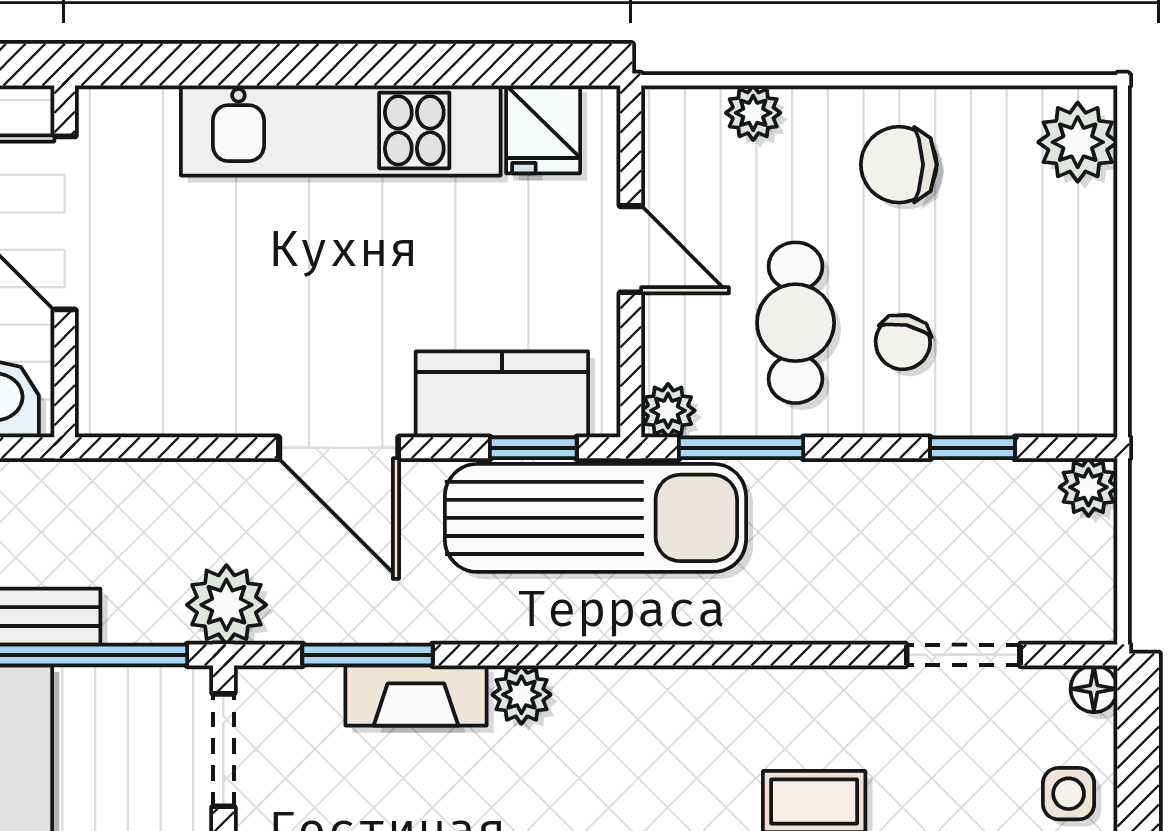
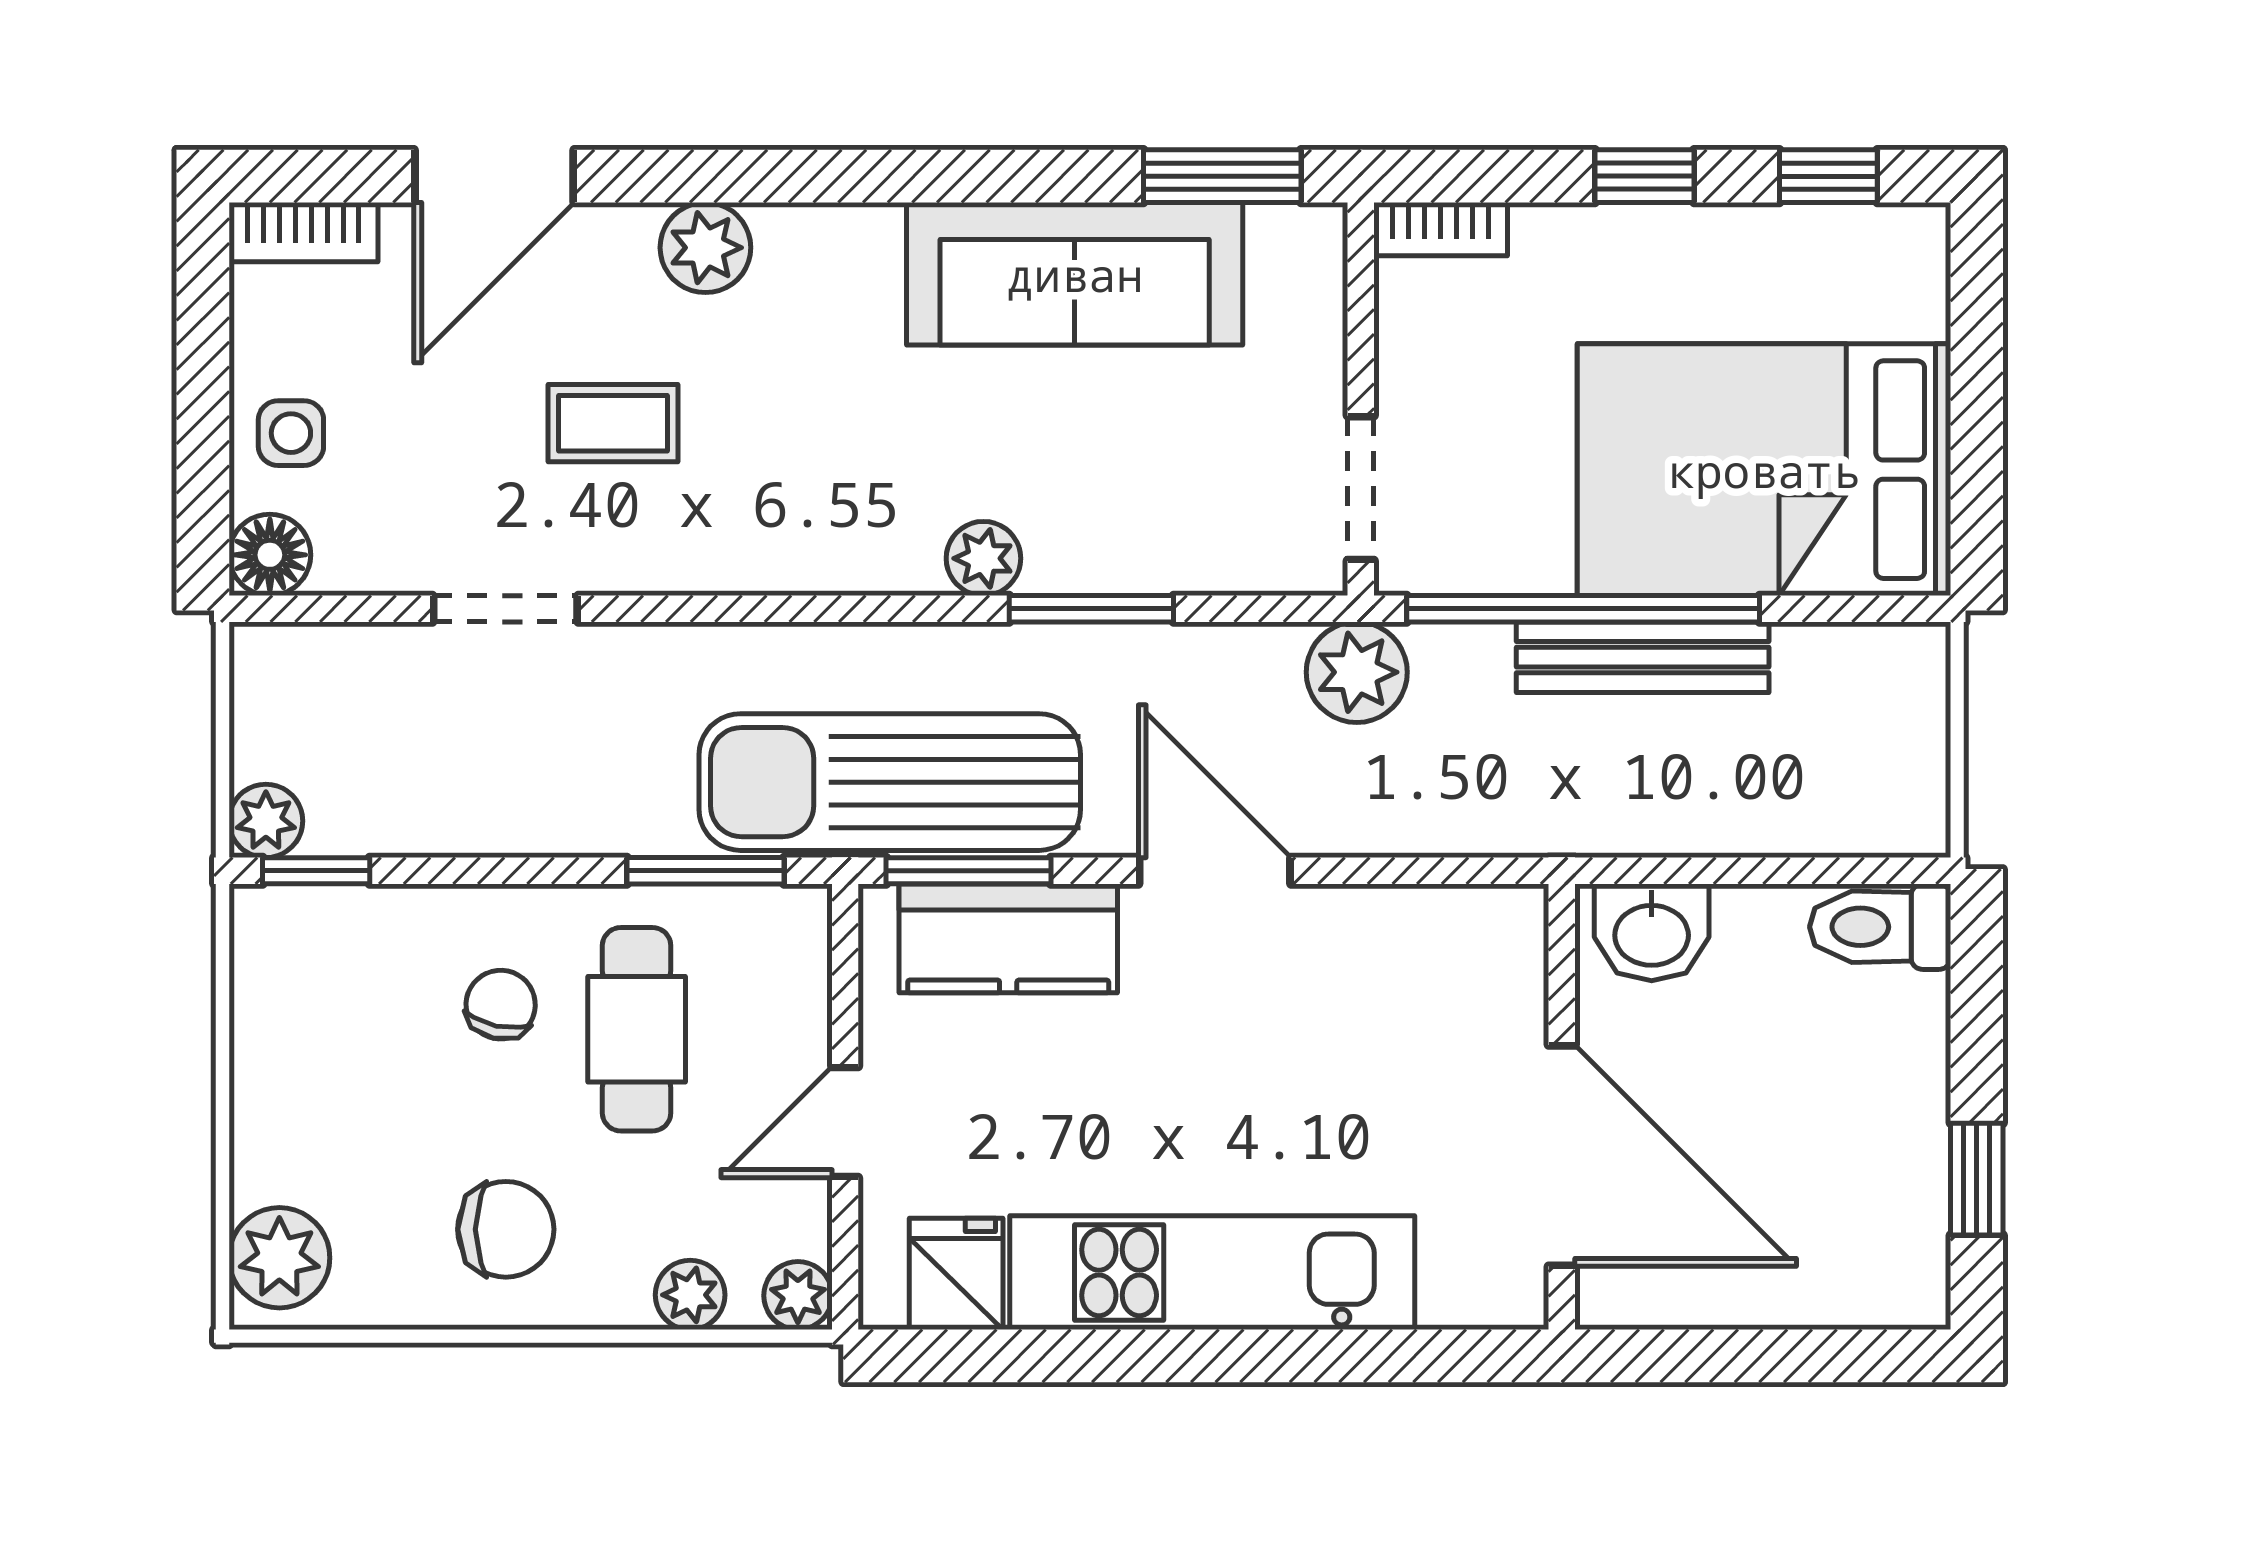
door: (631, 249) -> (845, 1122), hinge flipped
plant: (668, 411) -> (798, 1296), moved
window: (533, 448) -> (968, 871), width x1.50
window: (972, 448) -> (316, 871), moved
window: (368, 655) -> (1091, 609), moved
doorway: (963, 655) -> (505, 609), moved
floor lamp: (1094, 689) -> (270, 555), width x1.37, depth x1.37
fireplace: (416, 695) -> (1117, 557), removed

